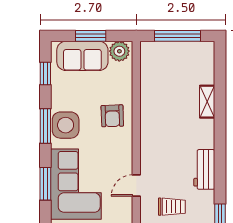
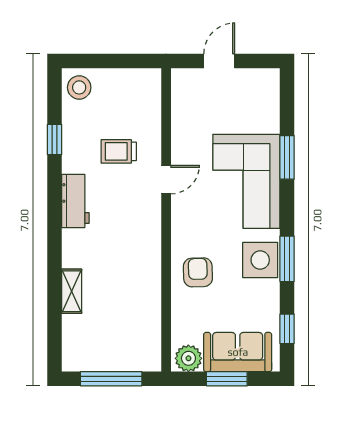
window: (45, 184) -> (287, 157), moved

